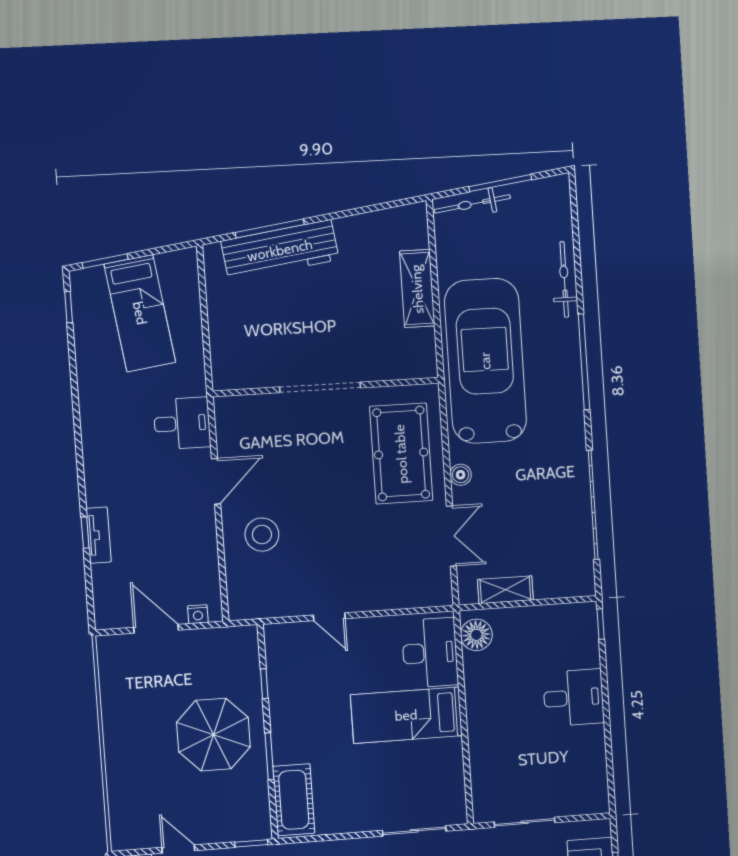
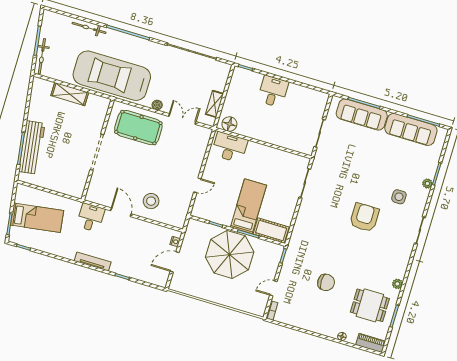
tv unit: (99, 535) -> (93, 262), moved, width x1.41
bed: (406, 715) -> (248, 206), moved, turned 180
parasol: (213, 735) -> (230, 254), width x1.36, depth x1.36

